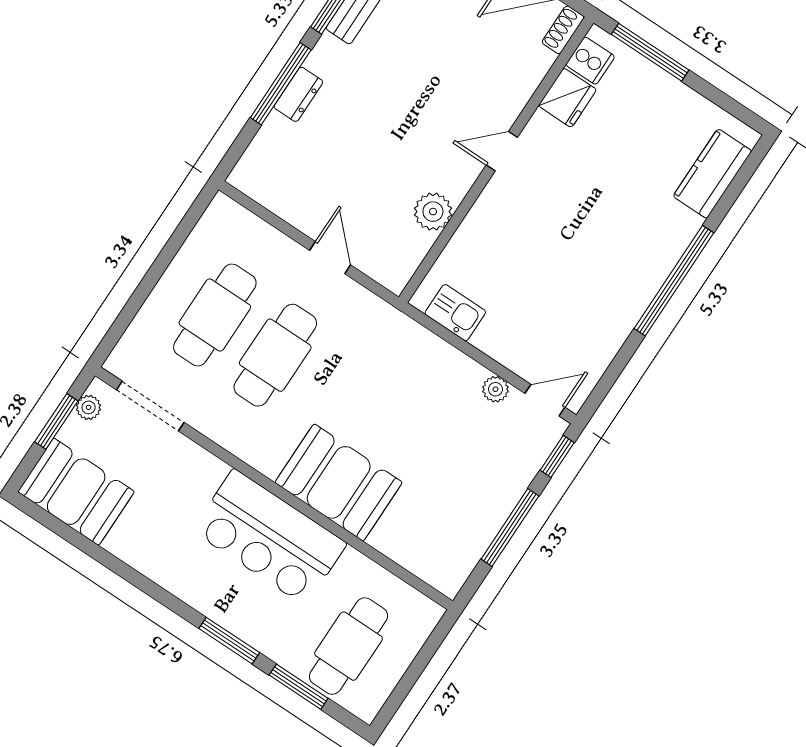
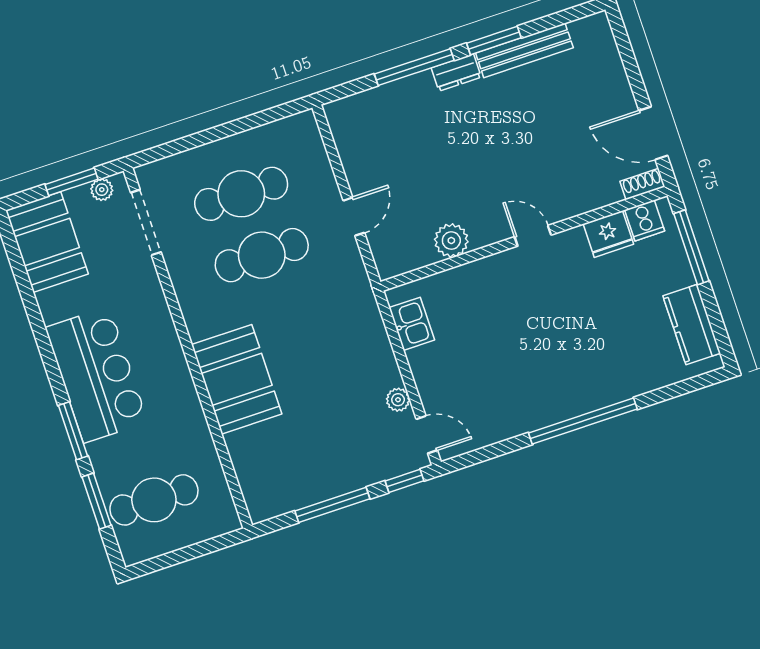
dresser: (298, 94) -> (456, 73), moved
kitchen counter: (712, 174) -> (692, 325), moved, turned -90
bar counter: (269, 537) -> (96, 375), moved, turned 180

